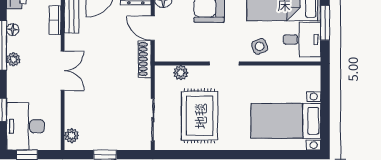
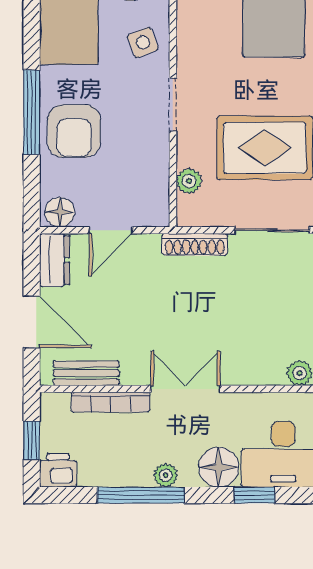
bookcase: (55, 20) -> (110, 402), width x1.56
floor lamp: (13, 30) -> (219, 467), moved, width x1.89, depth x1.89
shoe rack: (145, 59) -> (195, 244), moved

